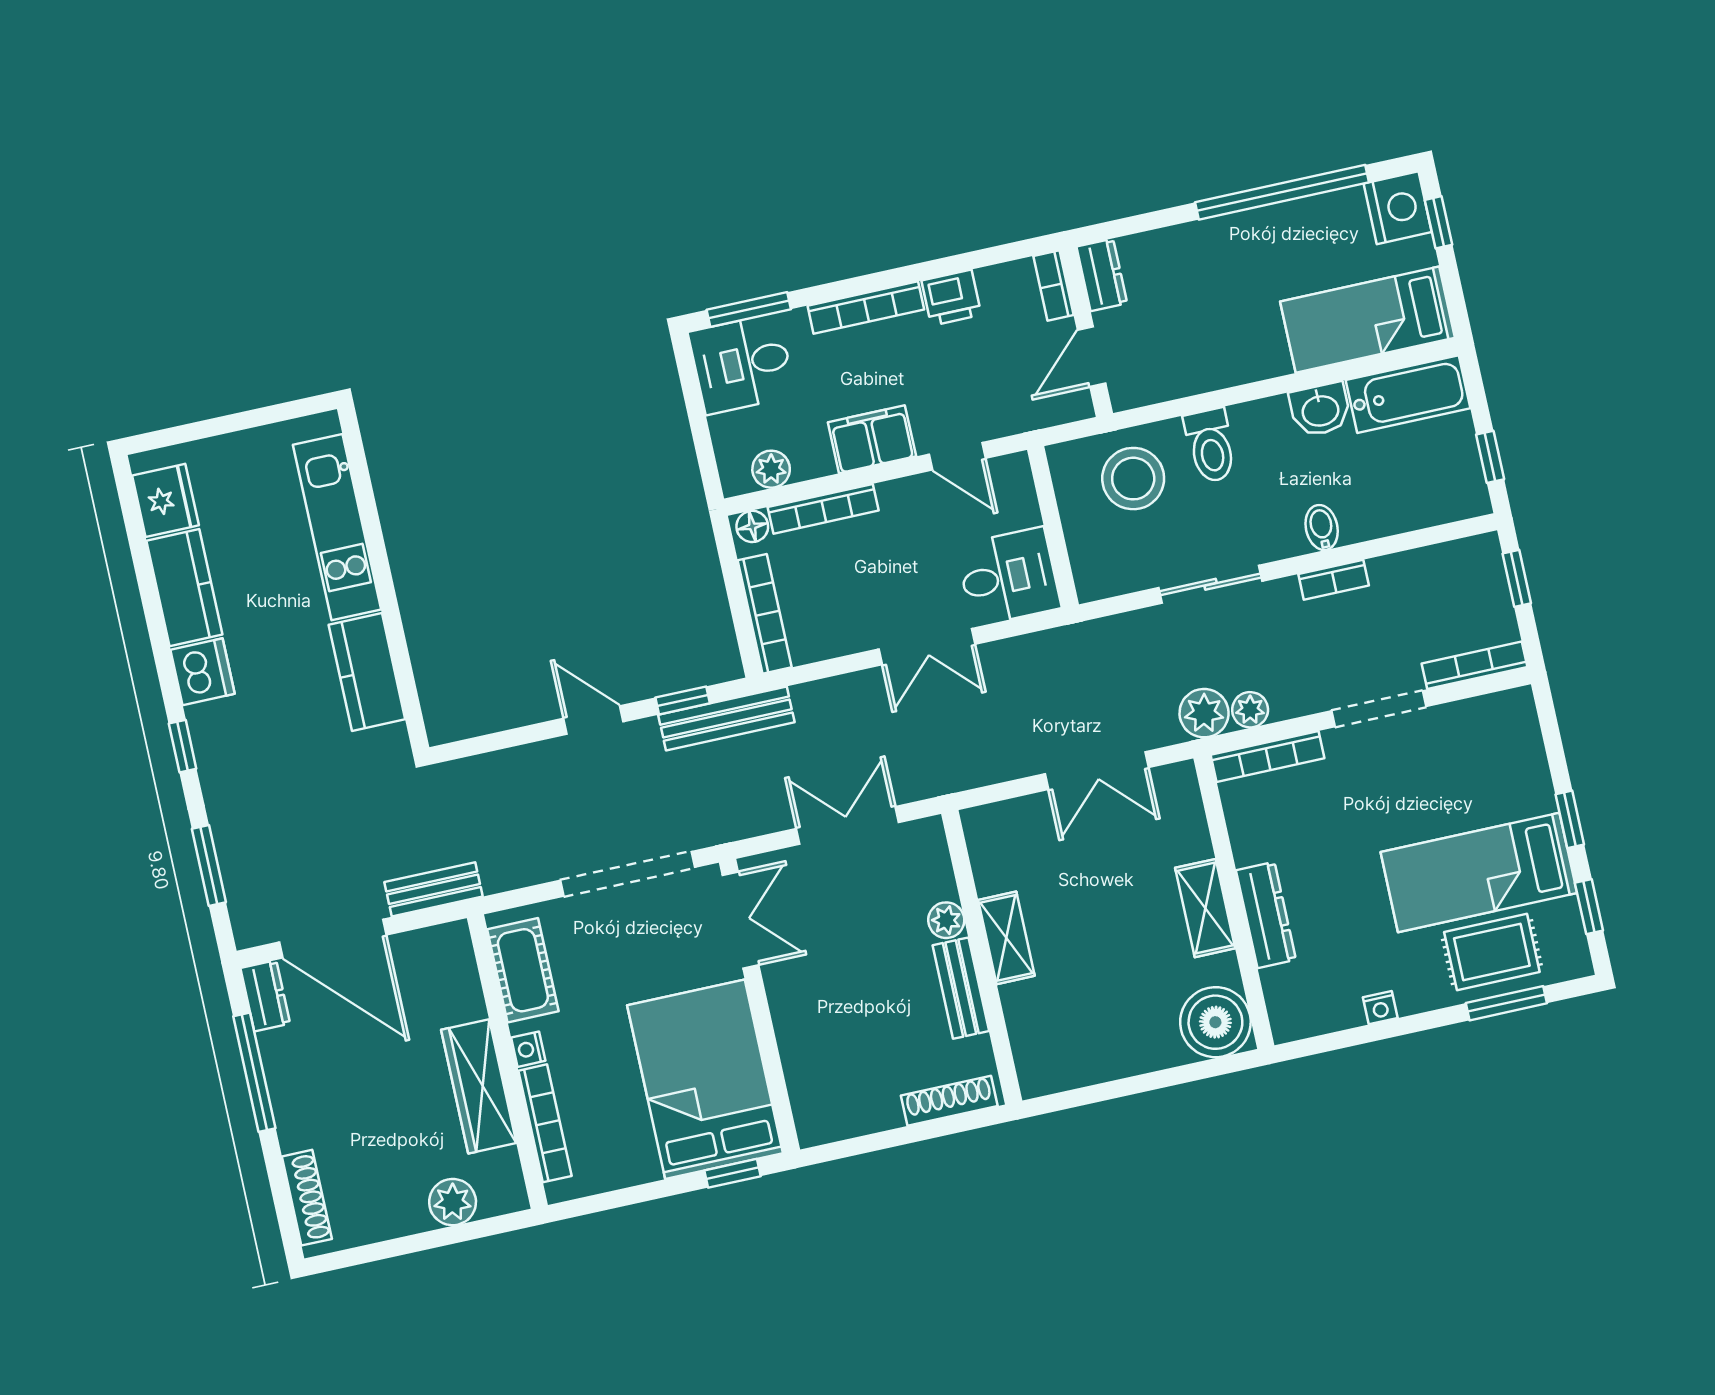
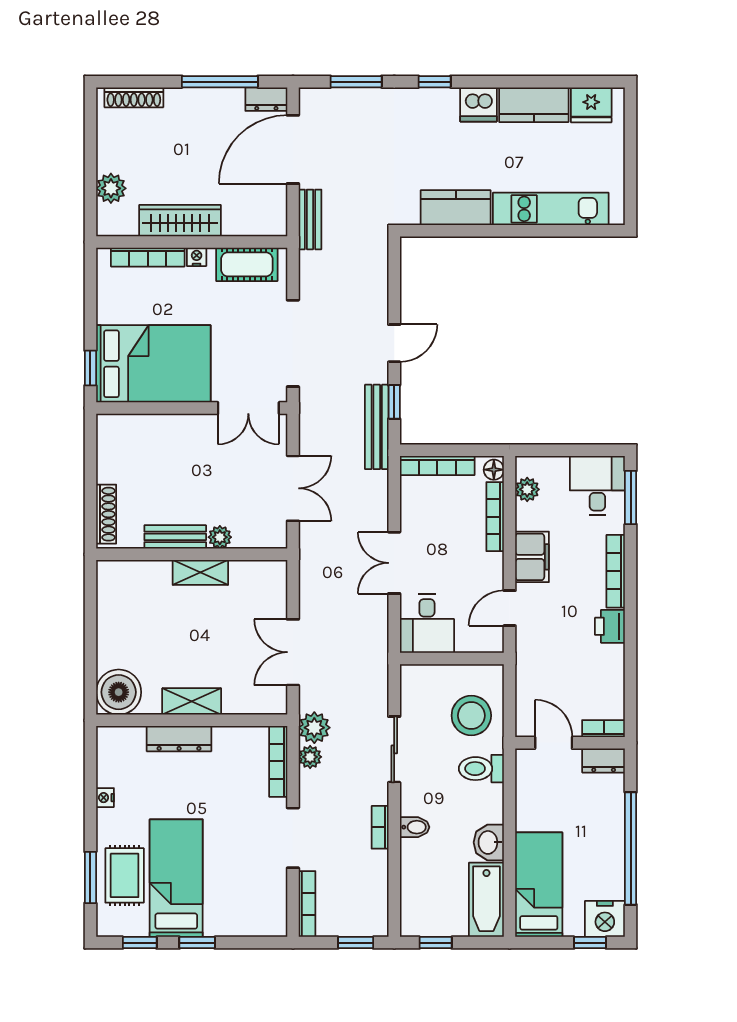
dresser: (1102, 275) -> (604, 760), moved
bookcase: (1053, 286) -> (604, 729), moved
wall: (1086, 332) -> (570, 743), moved
door: (1092, 357) -> (554, 743), moved

